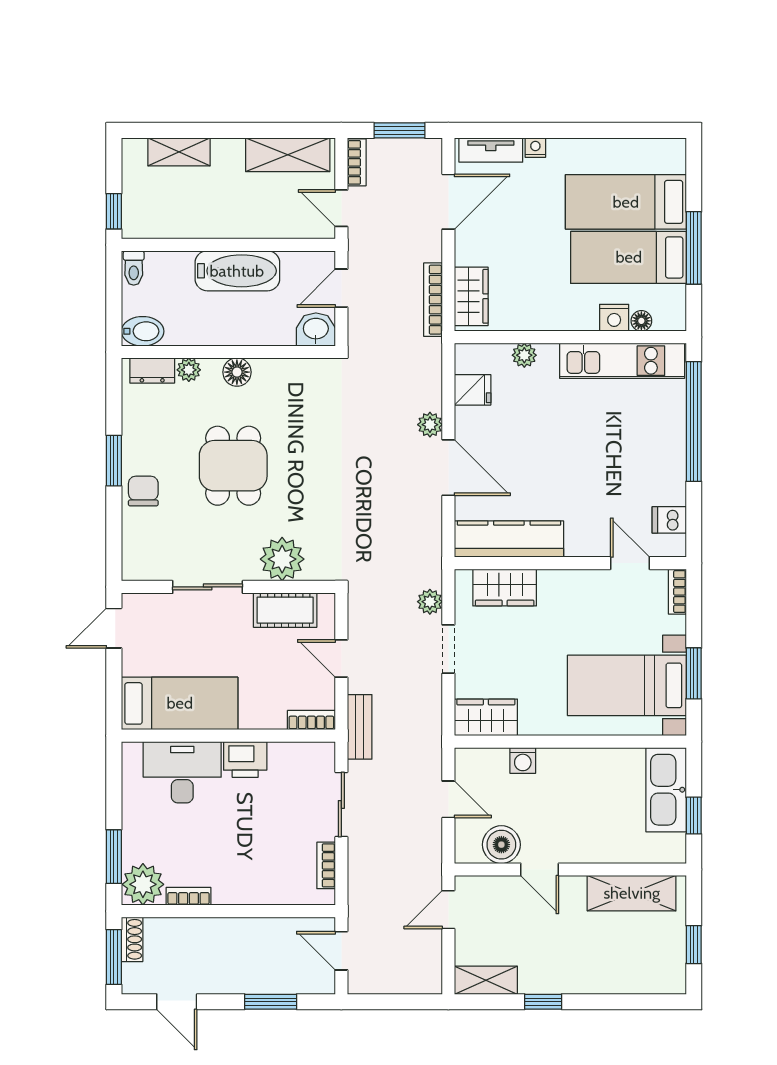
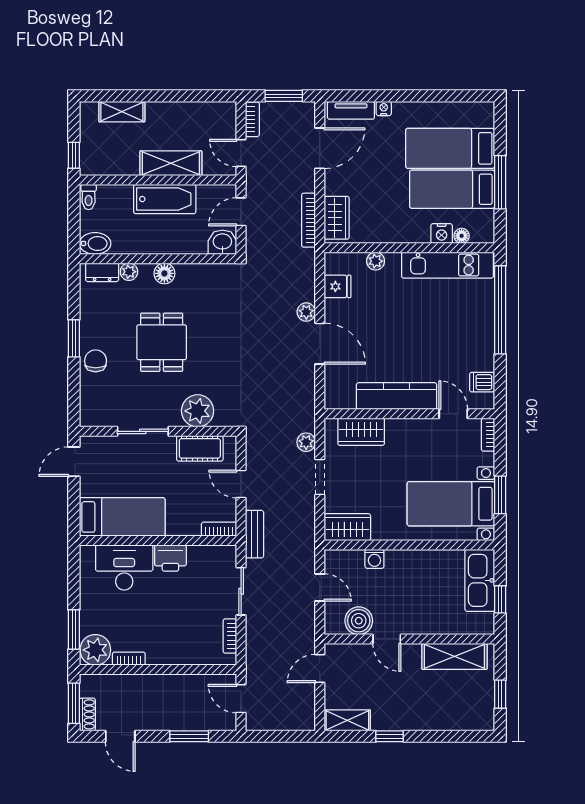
shelving: (288, 155) -> (171, 163), moved
kitchen counter: (509, 539) -> (397, 396), moved
shoe rack: (132, 939) -> (87, 714), moved

